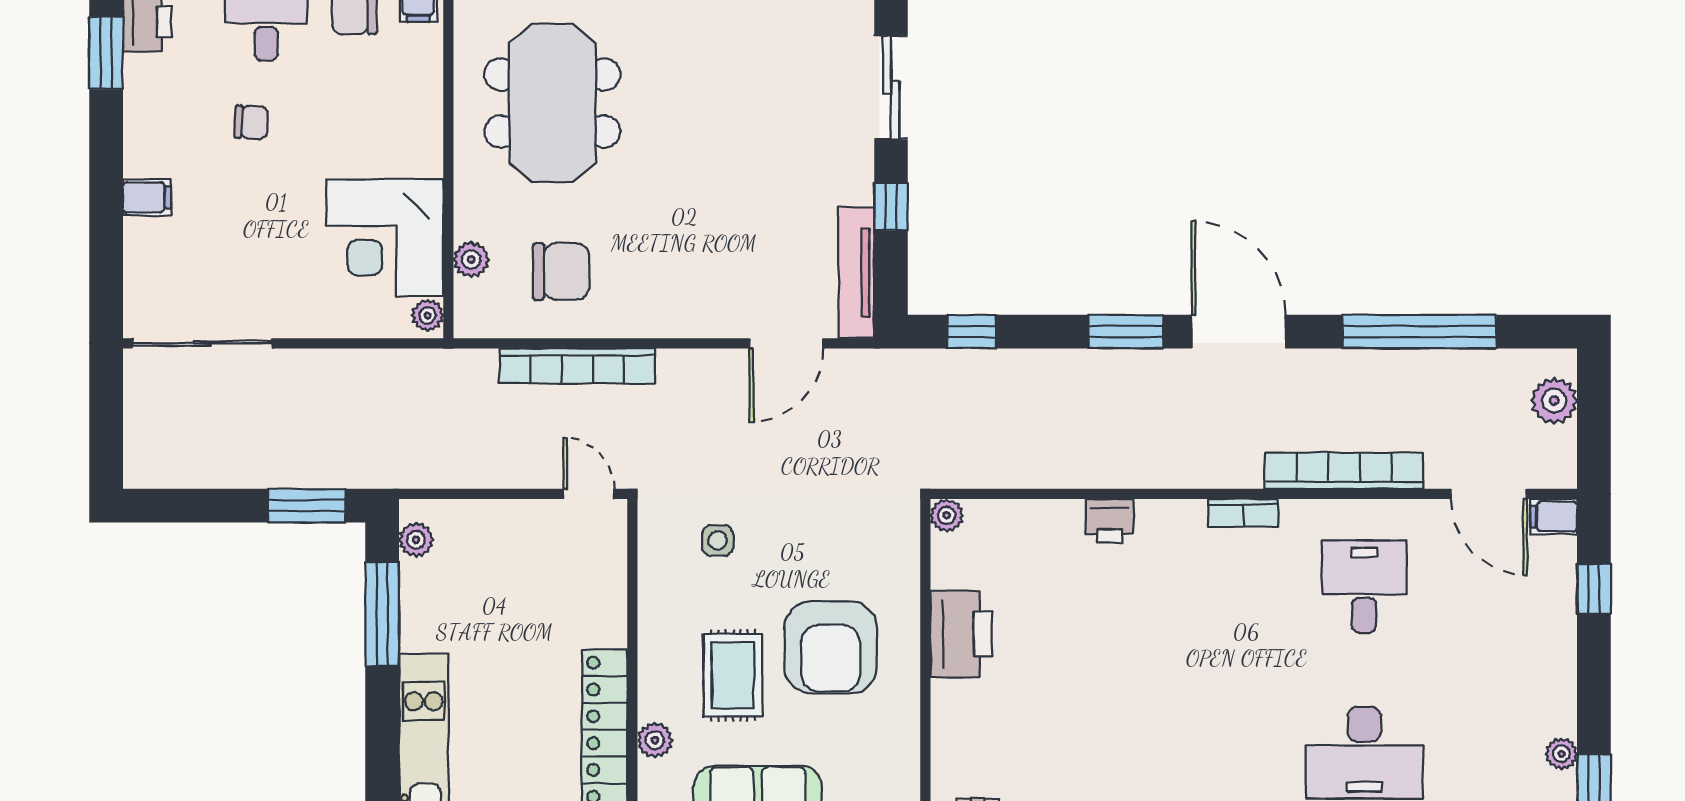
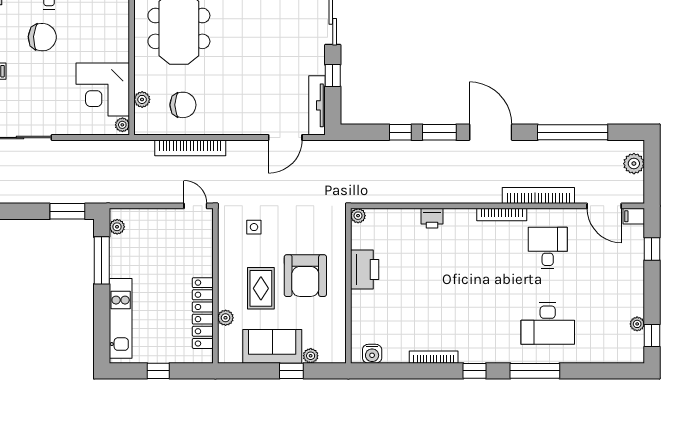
chair: (251, 122) -> (42, 37), width x1.87, depth x1.87
window: (971, 332) -> (400, 132), moved
bookcase: (1243, 513) -> (502, 215), width x1.56

